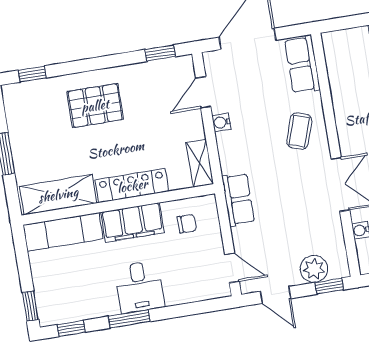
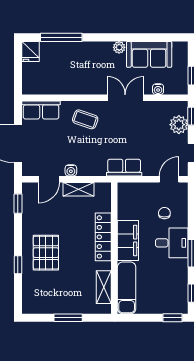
window: (32, 74) -> (18, 265), moved
door: (203, 92) -> (49, 179), hinge flipped
shelving: (200, 163) -> (78, 189), moved
shelving: (58, 195) -> (104, 287), width x0.67, depth x0.75
chair: (187, 224) -> (164, 213), moved

